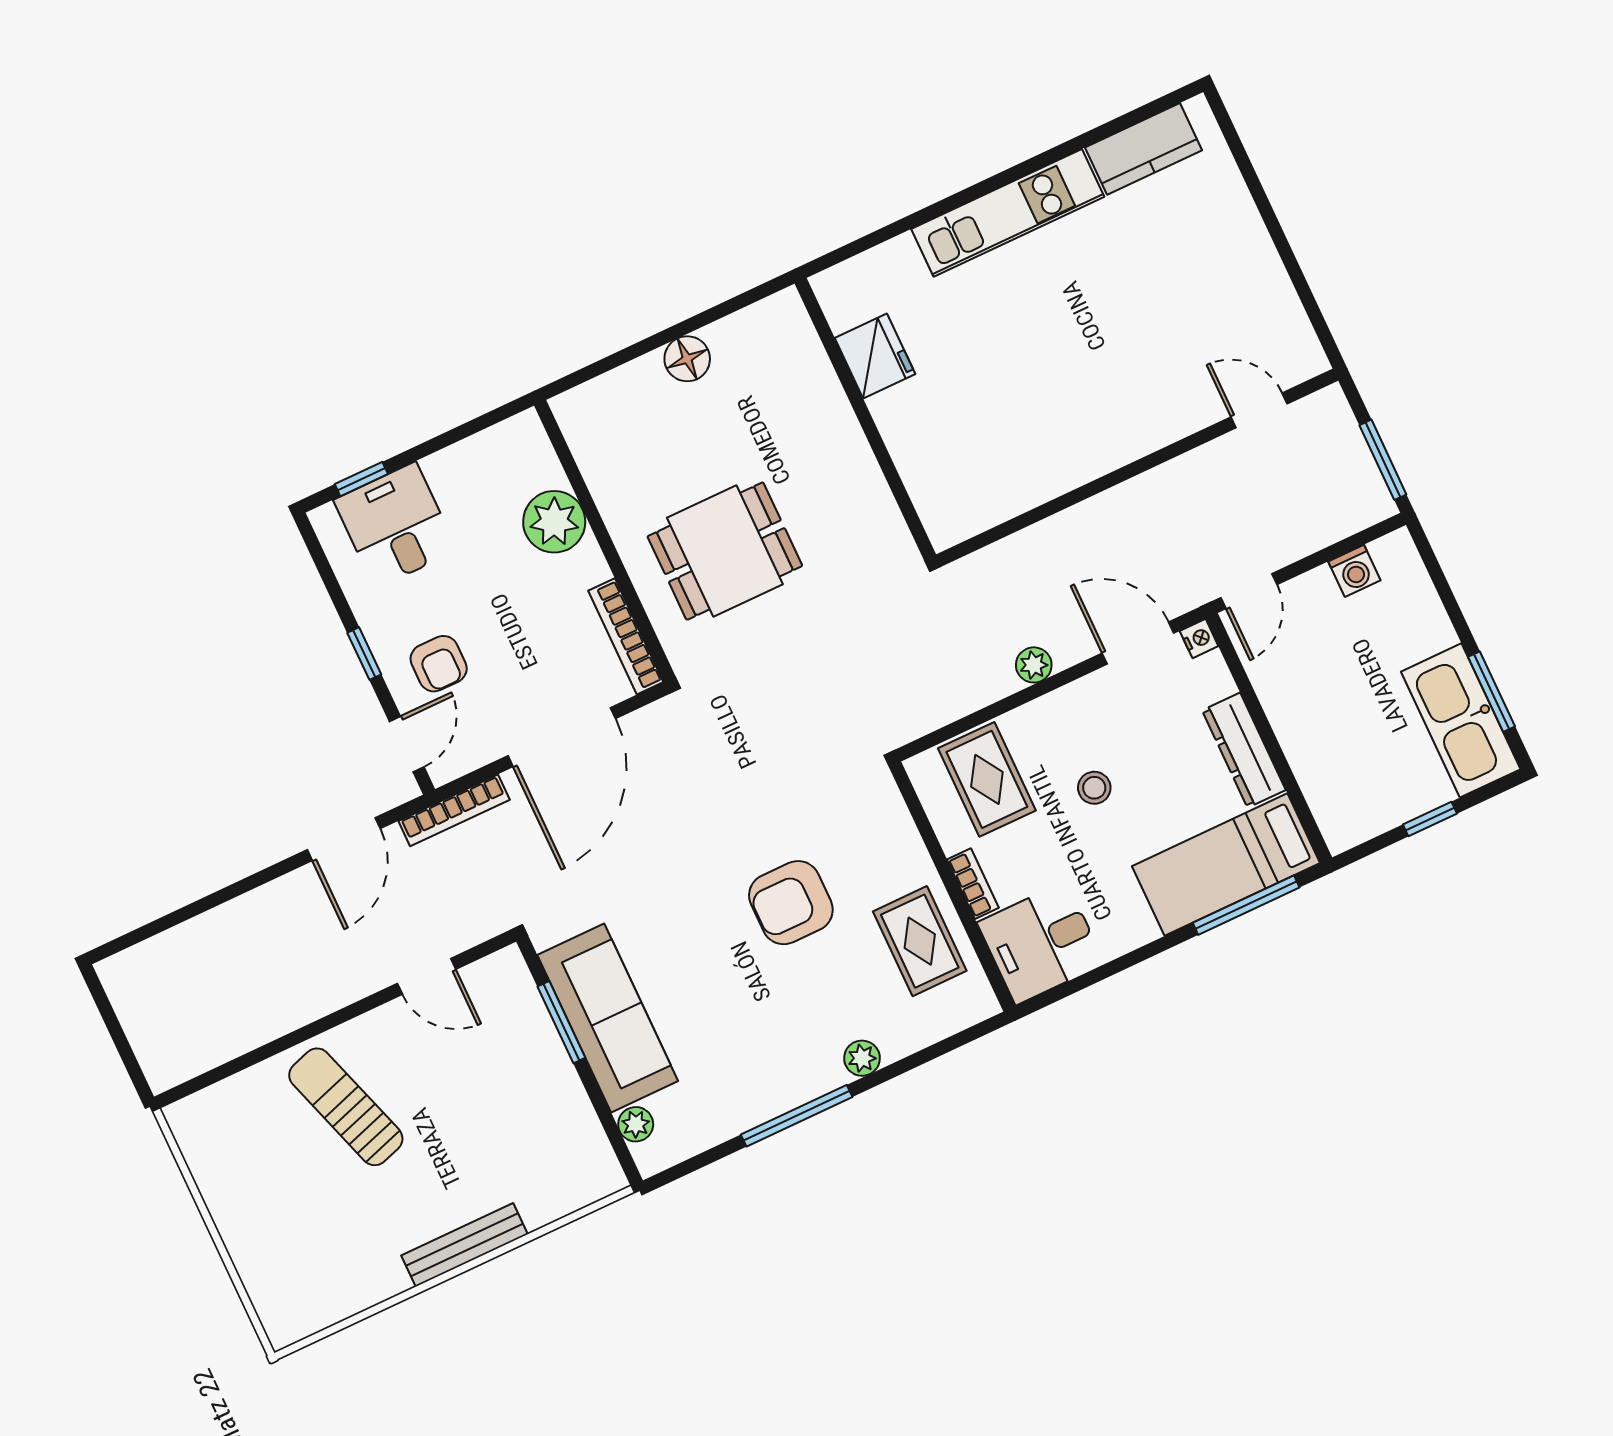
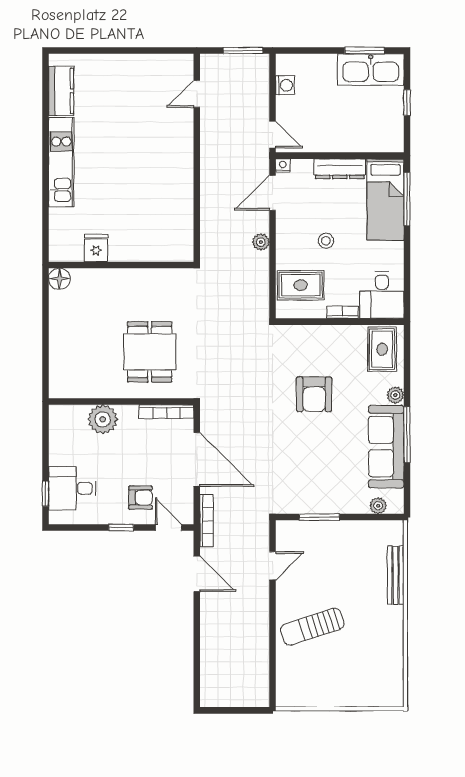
fridge: (875, 356) -> (96, 248), width x0.72
floor lamp: (687, 359) -> (59, 279), moved
rug: (920, 941) -> (382, 349), moved, turned 90
sofa: (608, 1018) -> (386, 447), moved, turned -90
bench: (464, 1245) -> (396, 575), moved

